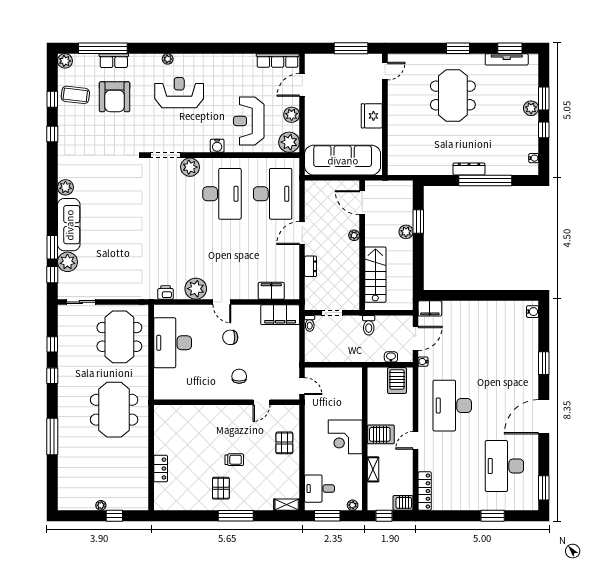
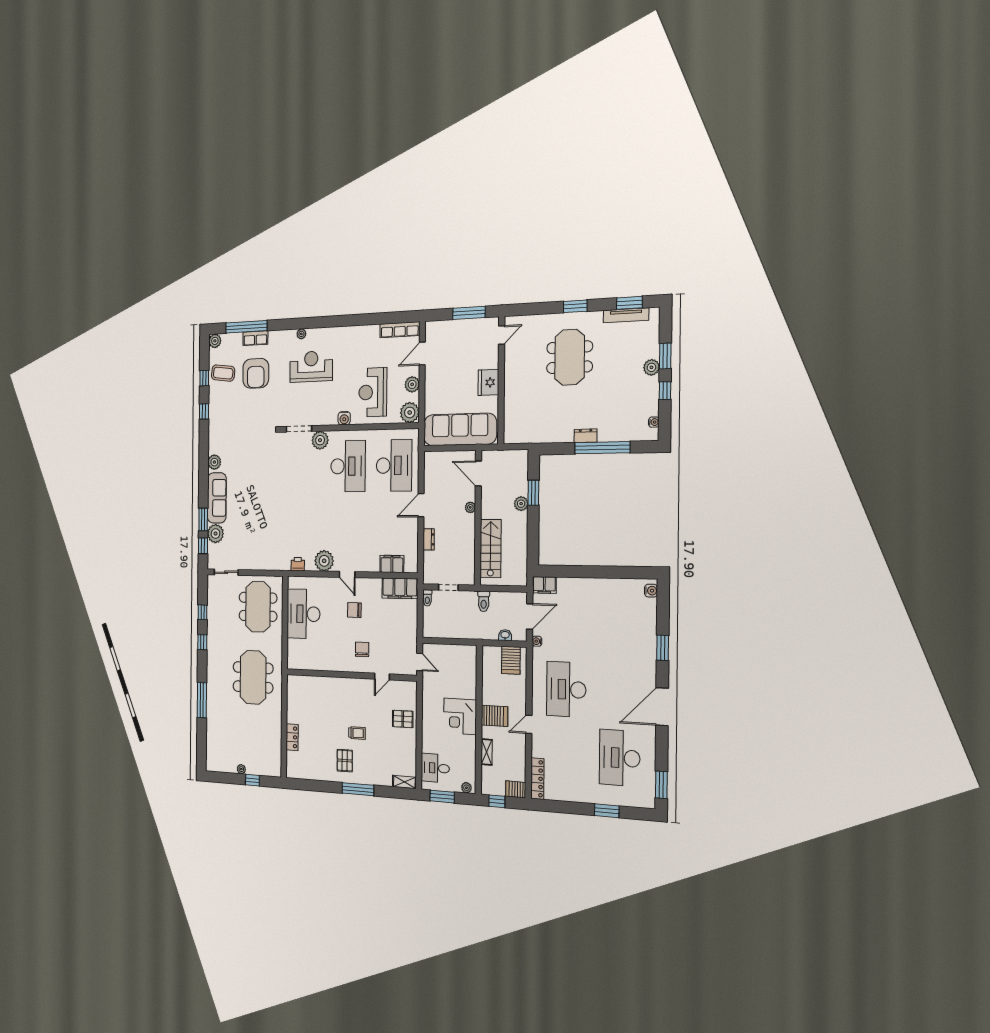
dresser: (469, 169) -> (585, 436), width x0.70
pallet: (284, 443) -> (403, 719), turned 90

